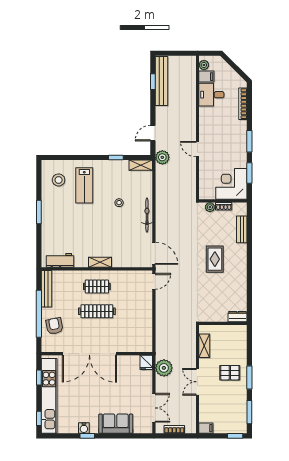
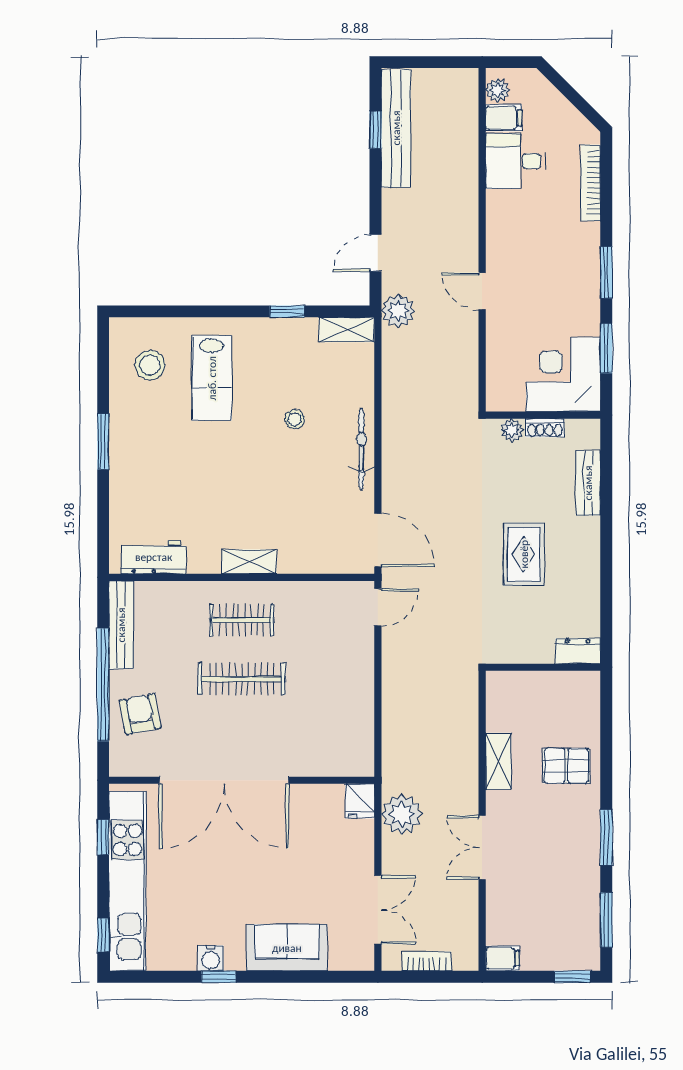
dresser: (237, 317) -> (578, 651), moved
wall: (223, 323) -> (543, 667), moved
pallet: (230, 373) -> (566, 766), moved

